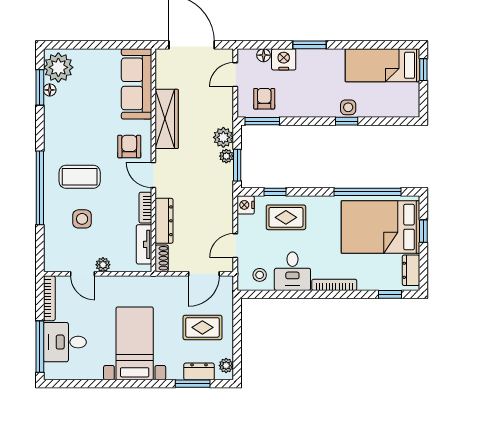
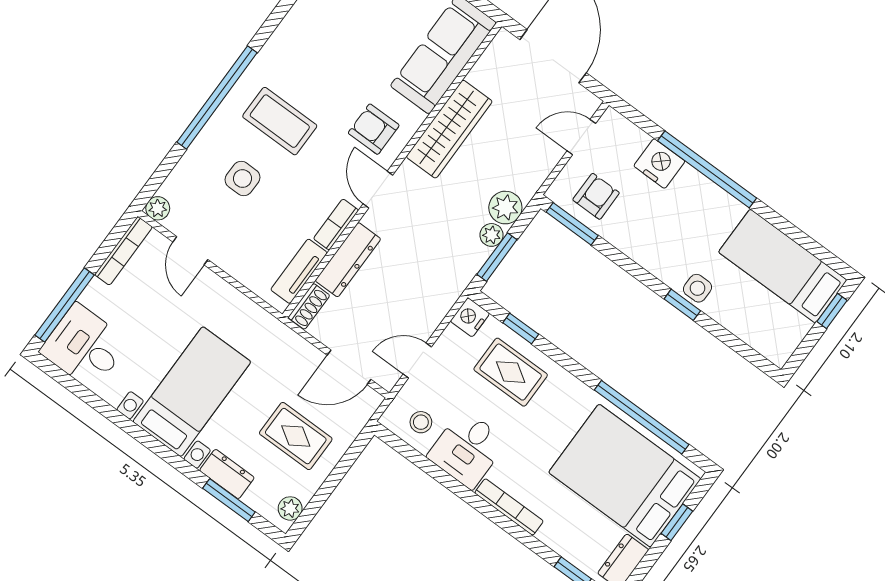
window: (310, 45) -> (707, 169), width x2.11
floor lamp: (264, 55) -> (637, 139), removed
armchair: (129, 147) -> (374, 129), turned -90
plant: (103, 265) -> (158, 208), moved
desk: (65, 342) -> (84, 347), moved
dresser: (199, 371) -> (227, 474), moved

